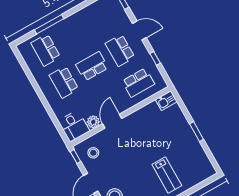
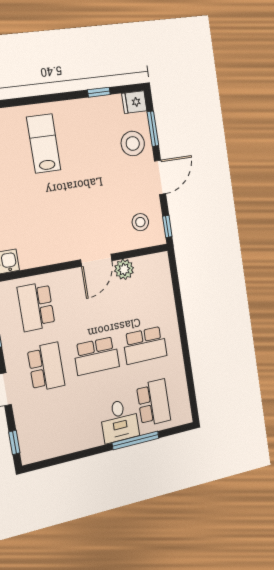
school desk: (64, 82) -> (145, 345), turned 90
school desk: (138, 83) -> (36, 307), turned -90
desk: (74, 126) -> (119, 421), moved, turned 180

